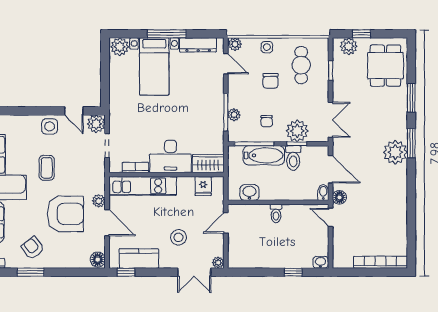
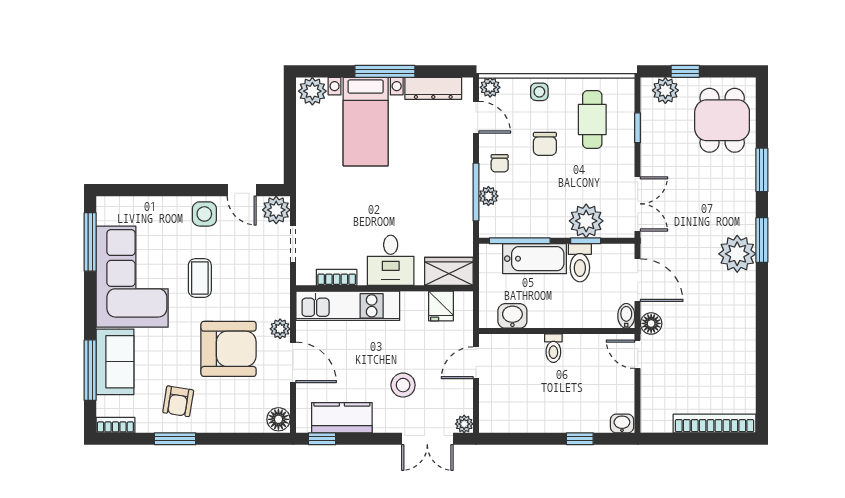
chair: (267, 121) -> (500, 163), moved
desk: (170, 156) -> (391, 260), width x0.73
armchair: (33, 248) -> (178, 401), turned -133

